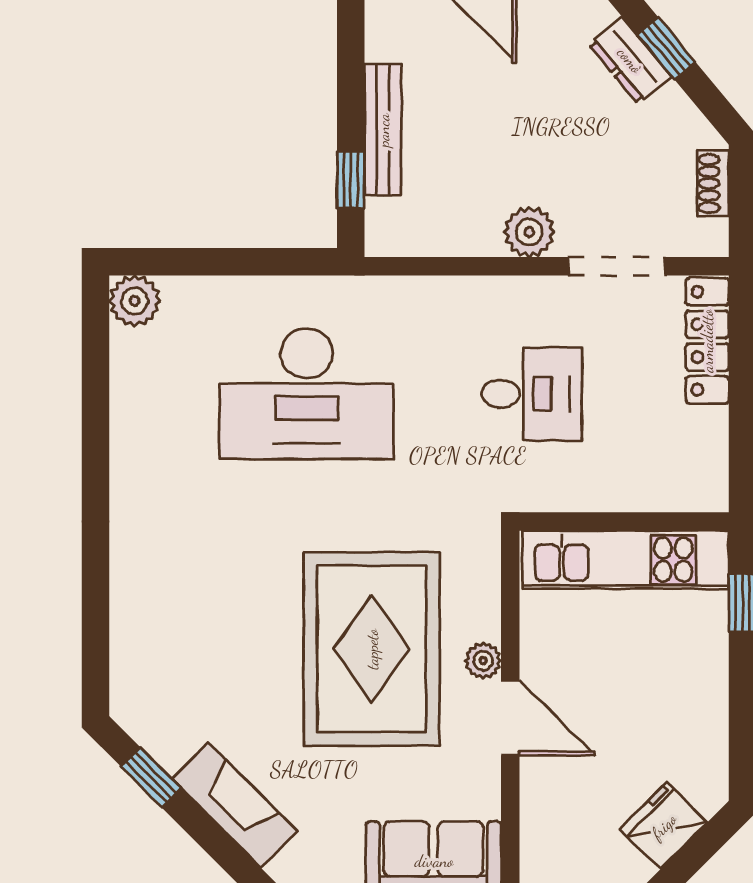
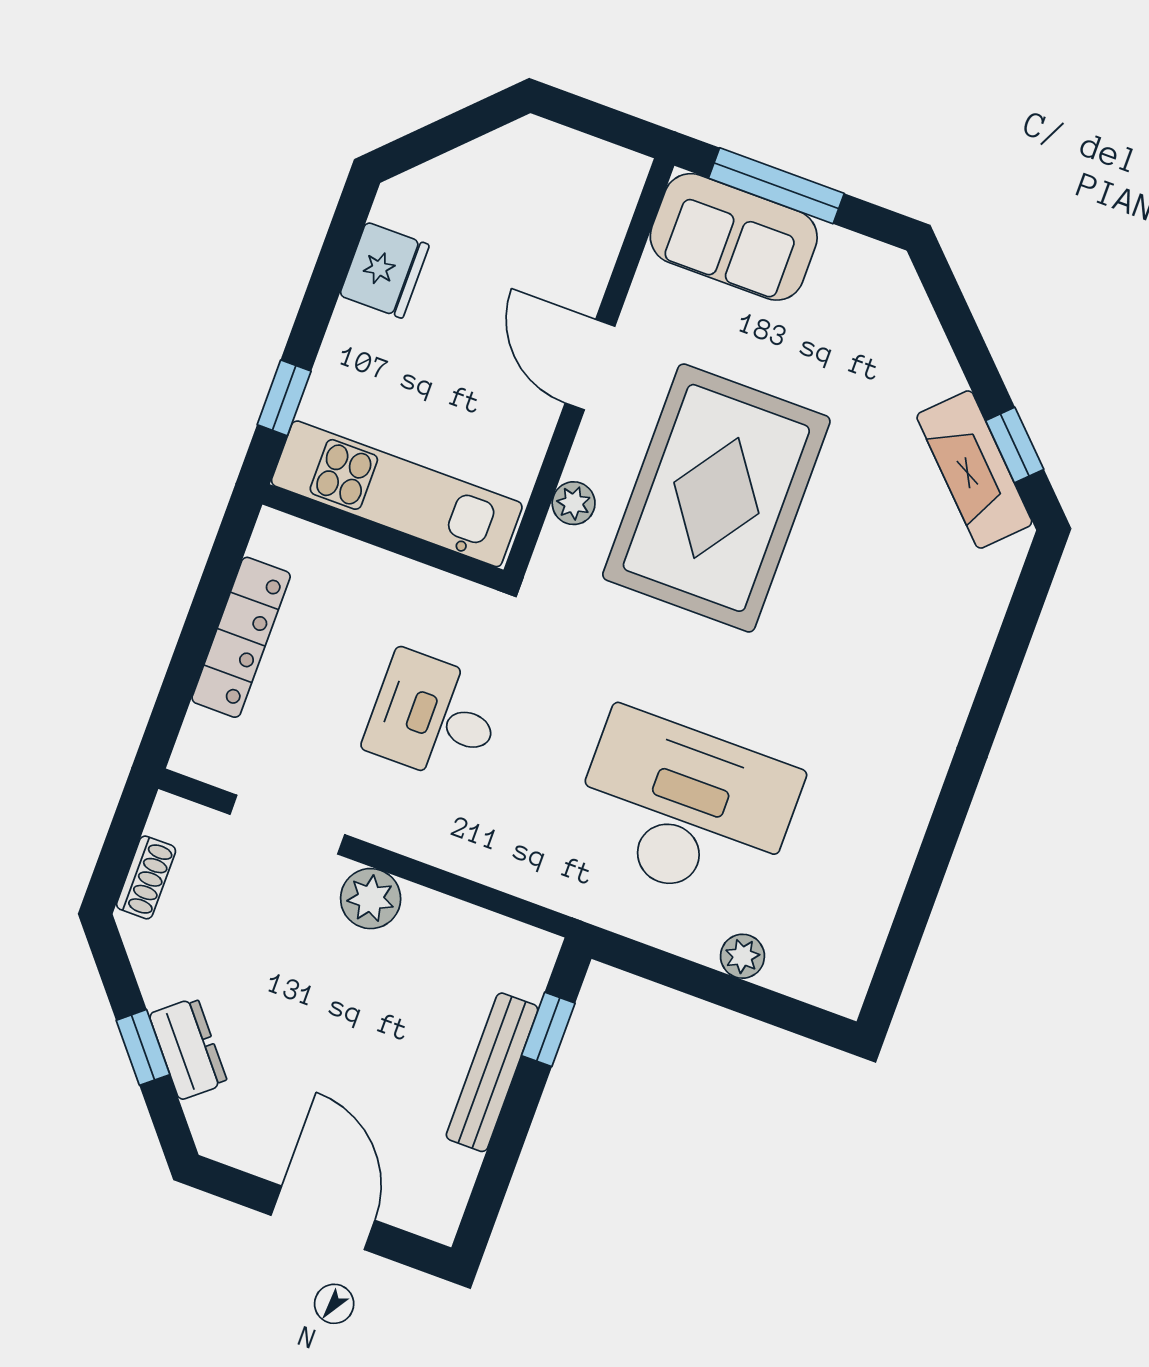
plant: (135, 301) -> (742, 956), moved, width x0.73, depth x0.73
locker: (707, 341) -> (241, 637), moved
plant: (483, 661) -> (574, 503), moved
fireplace: (234, 805) -> (974, 470), moved
fridge: (664, 826) -> (384, 270), moved, turned -45

